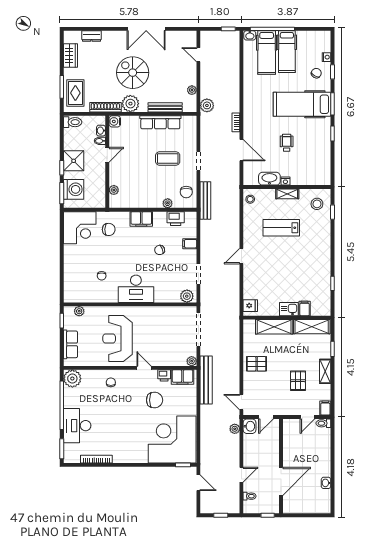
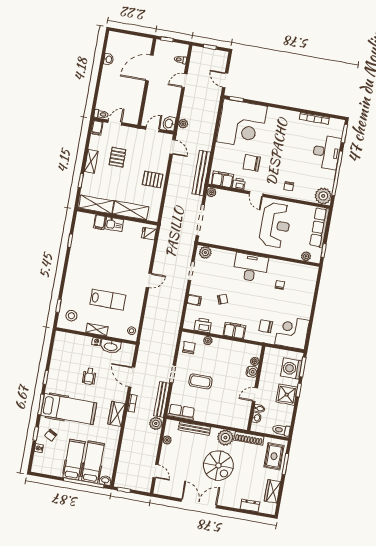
wardrobe: (251, 108) -> (116, 414), added
water cooler: (115, 121) -> (252, 372), moved
row of seats: (160, 122) -> (182, 412), moved, width x0.68
bench: (205, 200) -> (162, 399), moved
row of seats: (70, 344) -> (319, 227), width x1.48

